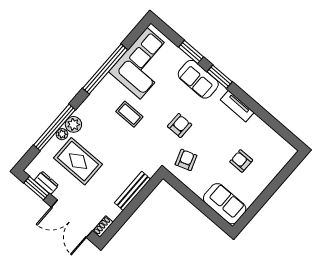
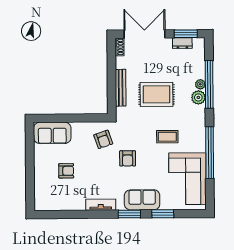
rug: (78, 161) -> (157, 94), moved

